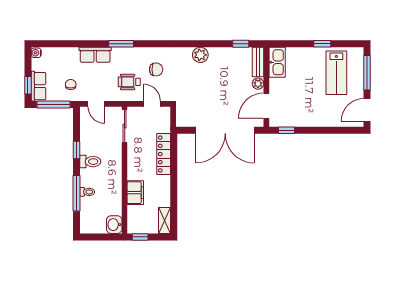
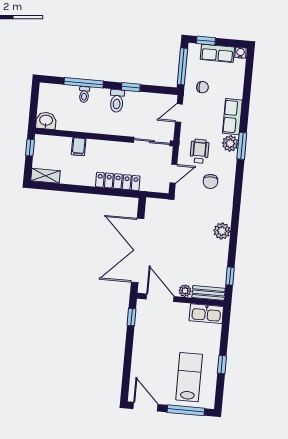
plant: (120, 55) -> (230, 143), added
lab bench: (336, 73) -> (189, 377), turned 90
row of seats: (39, 86) -> (217, 53), moved
filing cabinet: (135, 193) -> (79, 147), width x0.50

